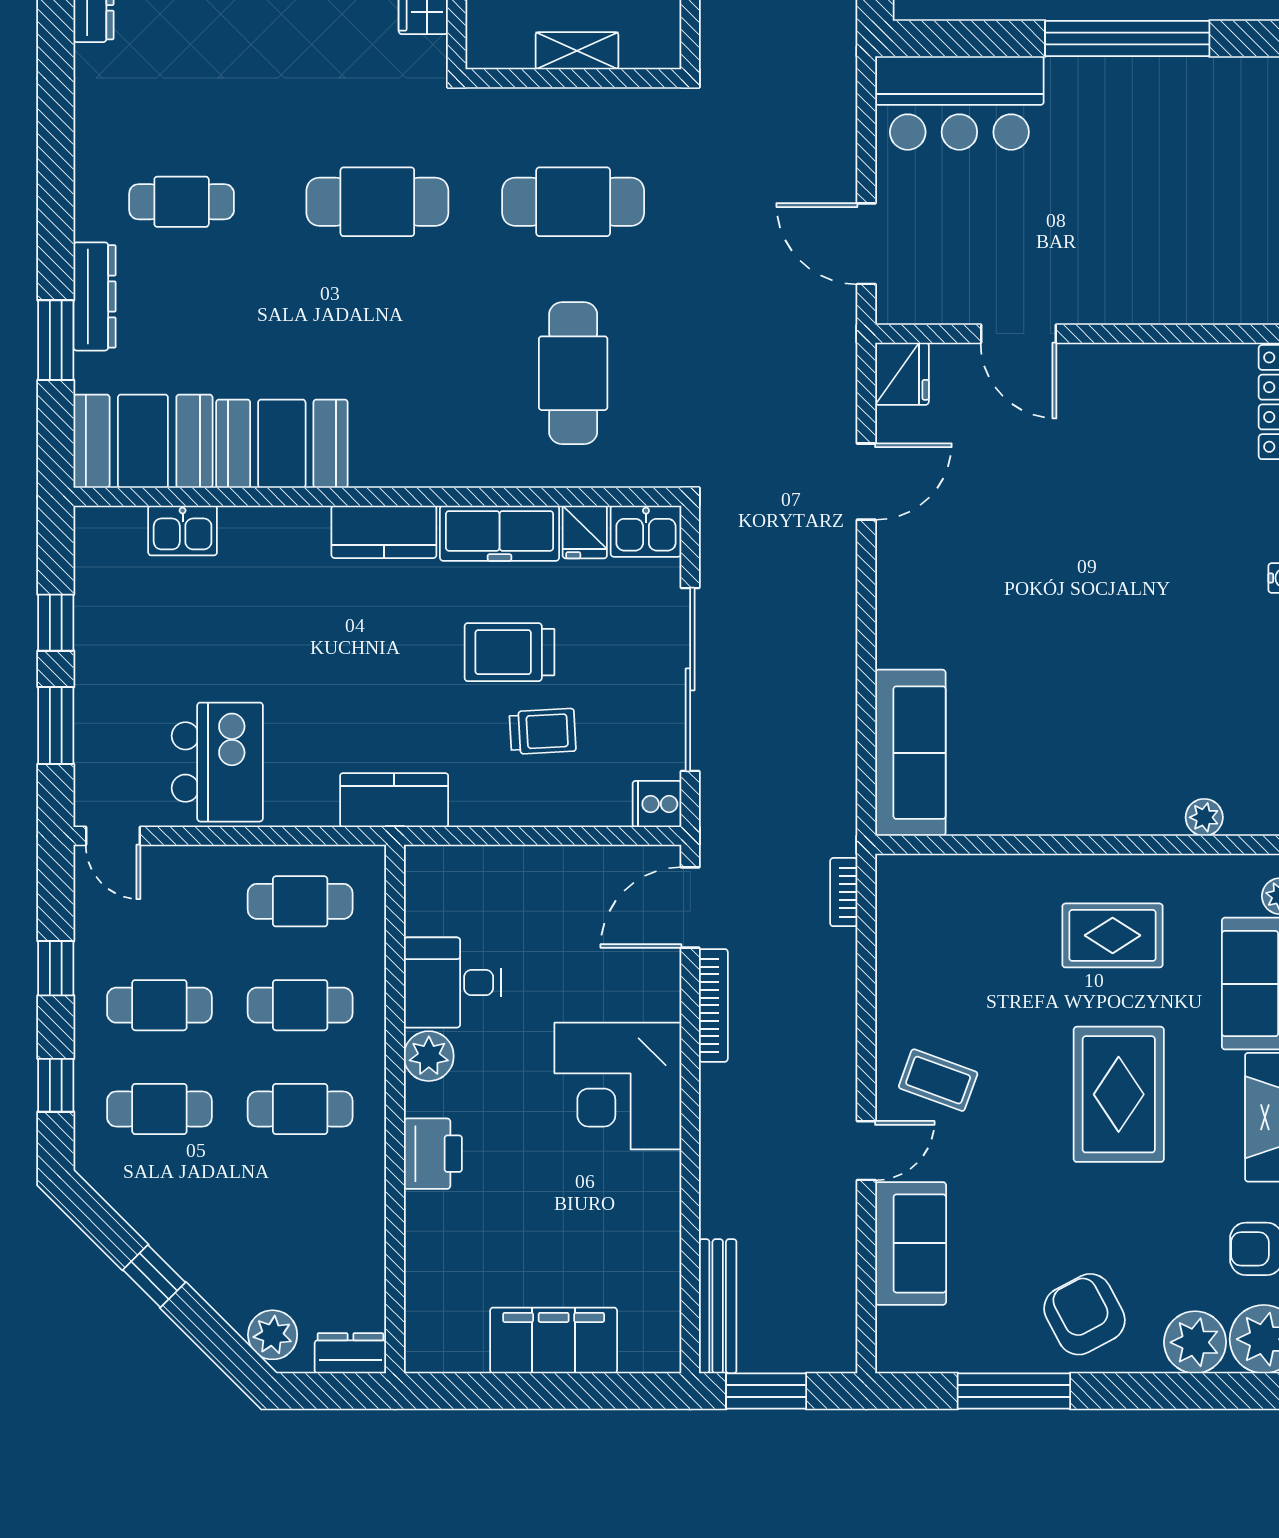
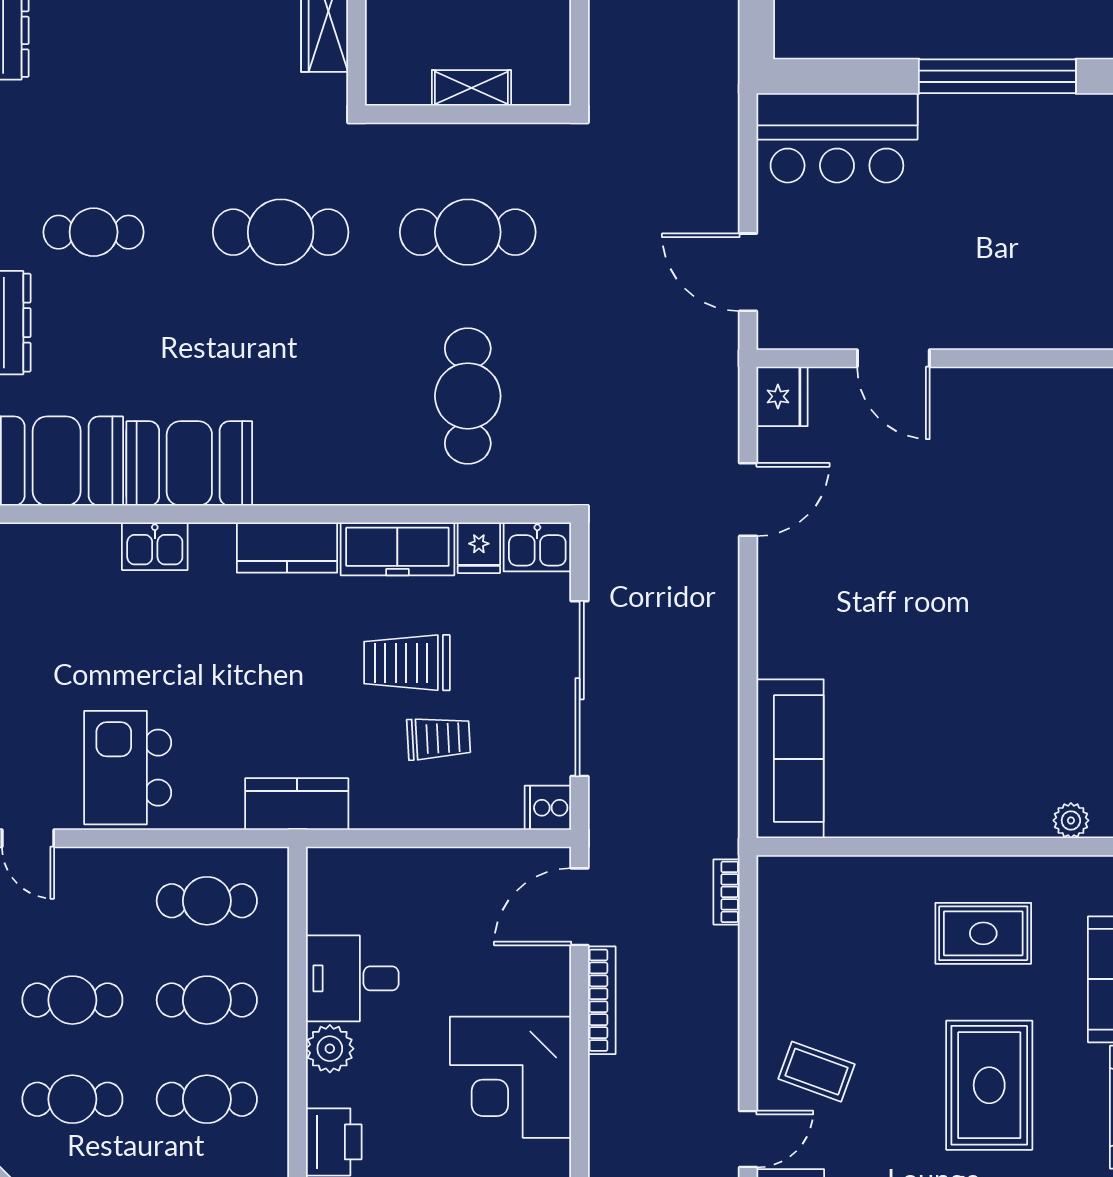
kitchen sink: (183, 530) -> (155, 546), moved
kitchen island: (217, 762) -> (128, 768), turned 180

